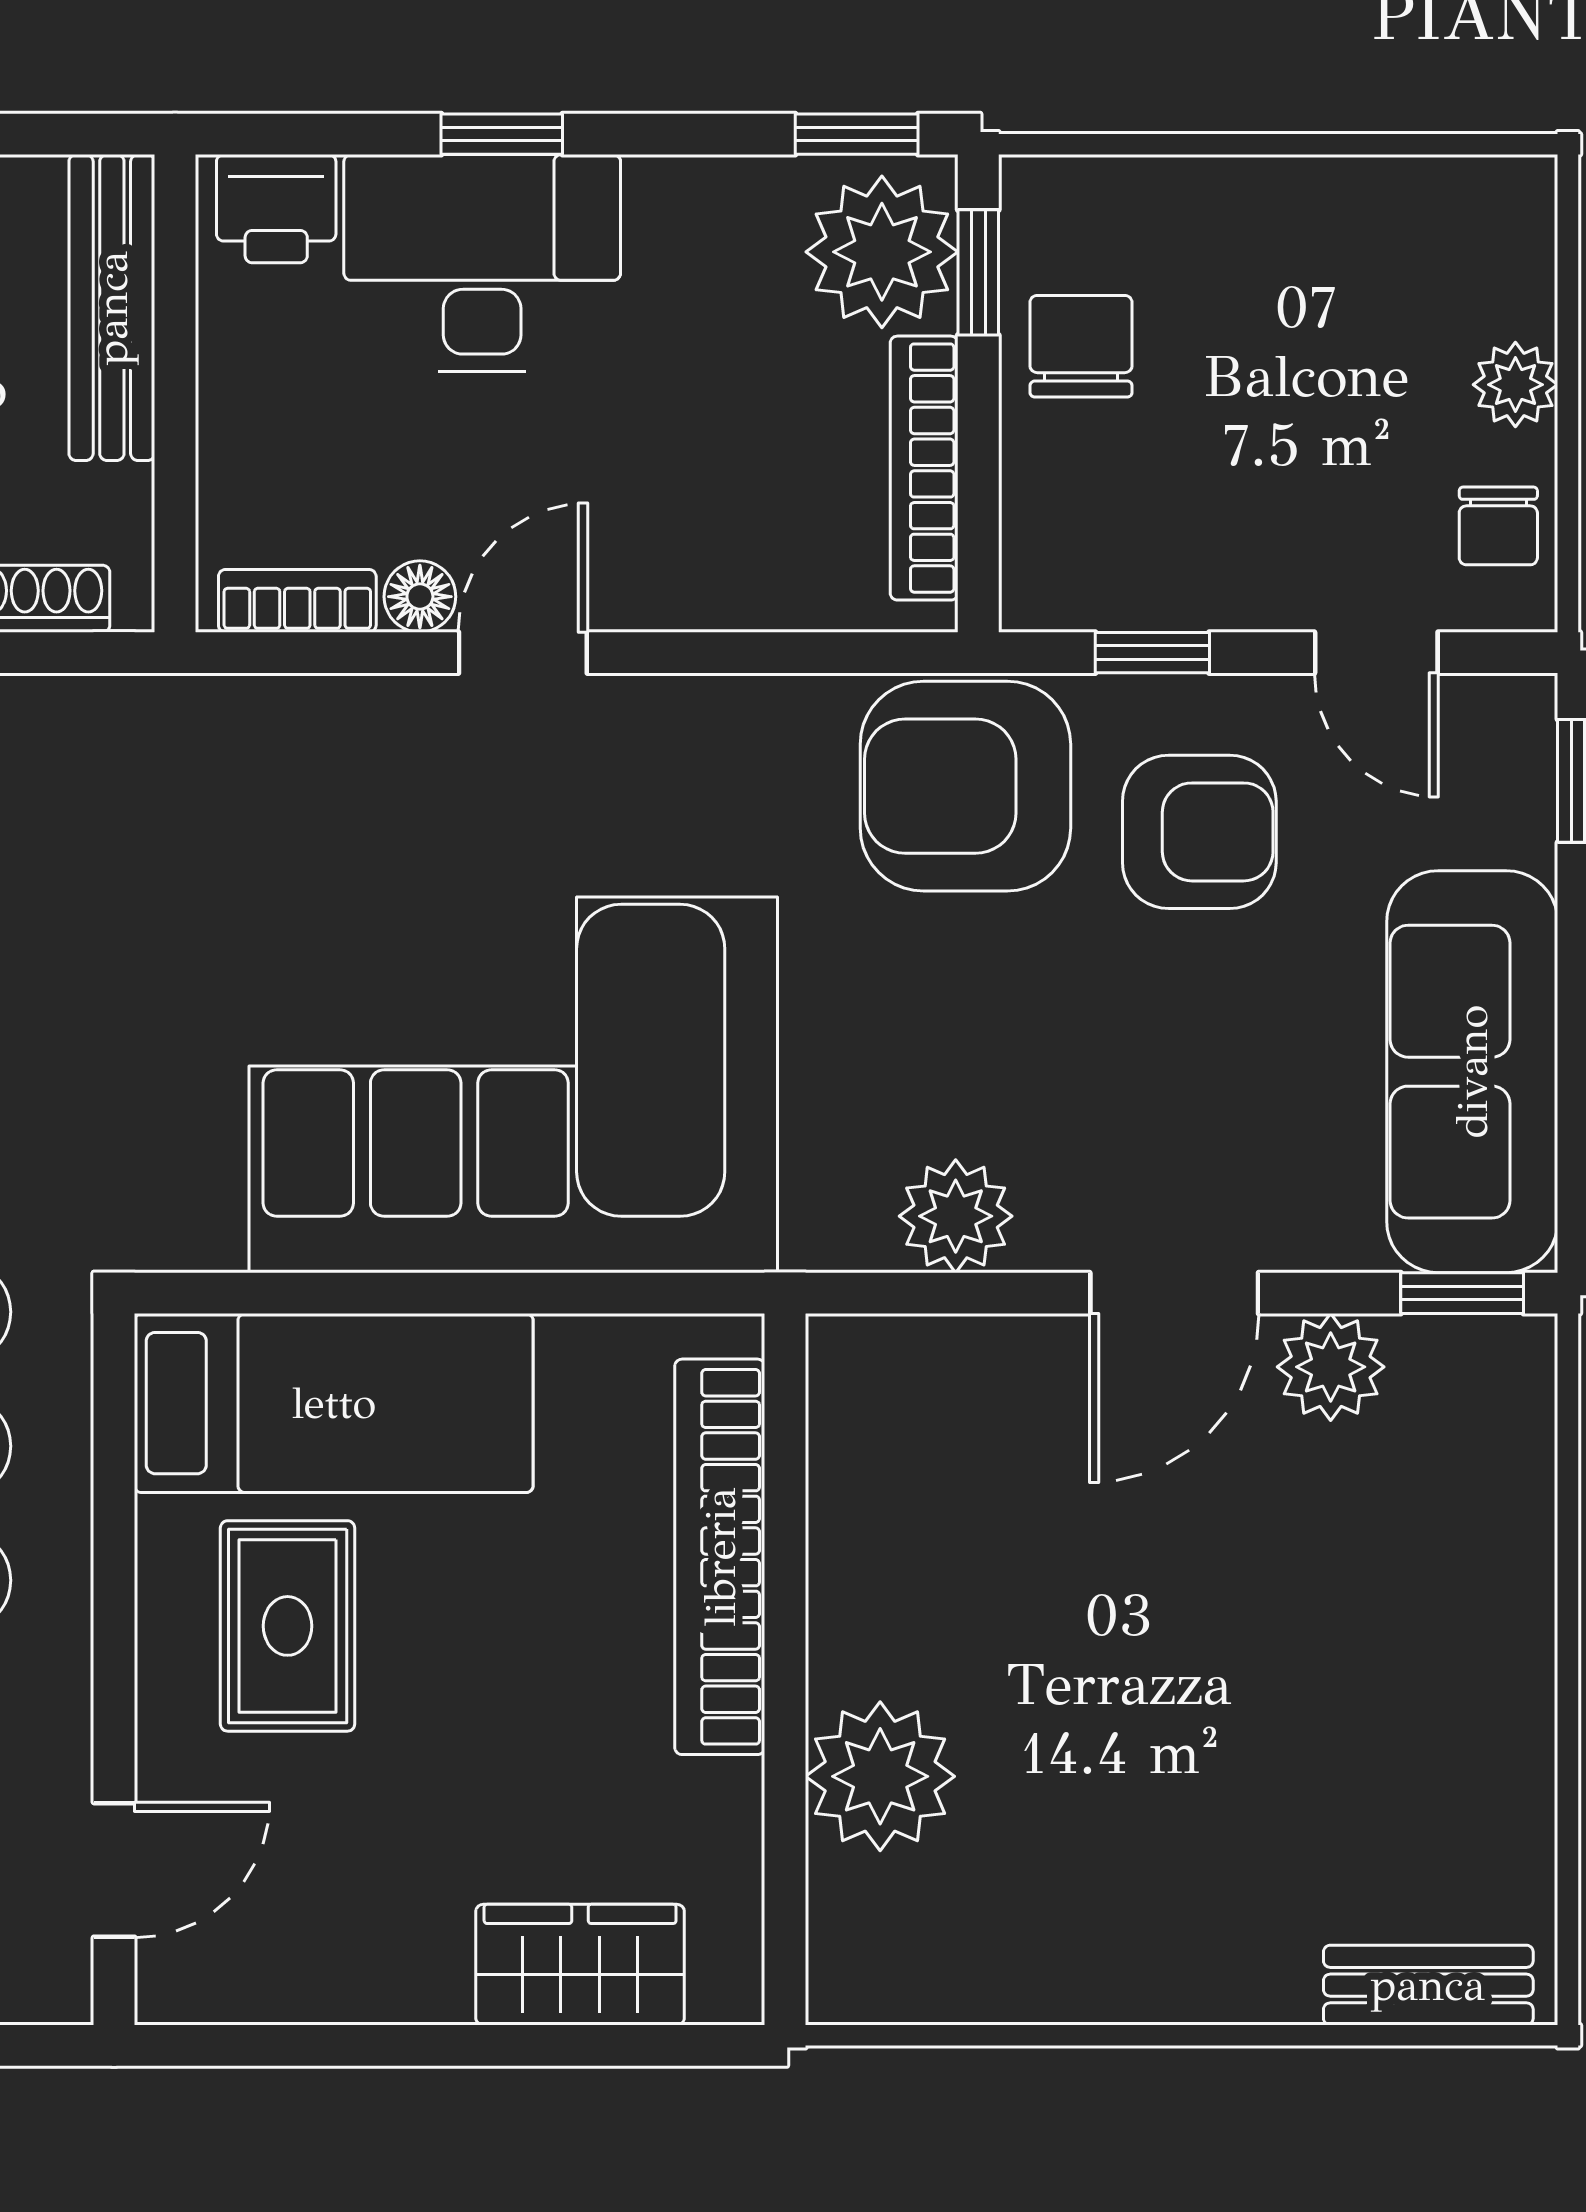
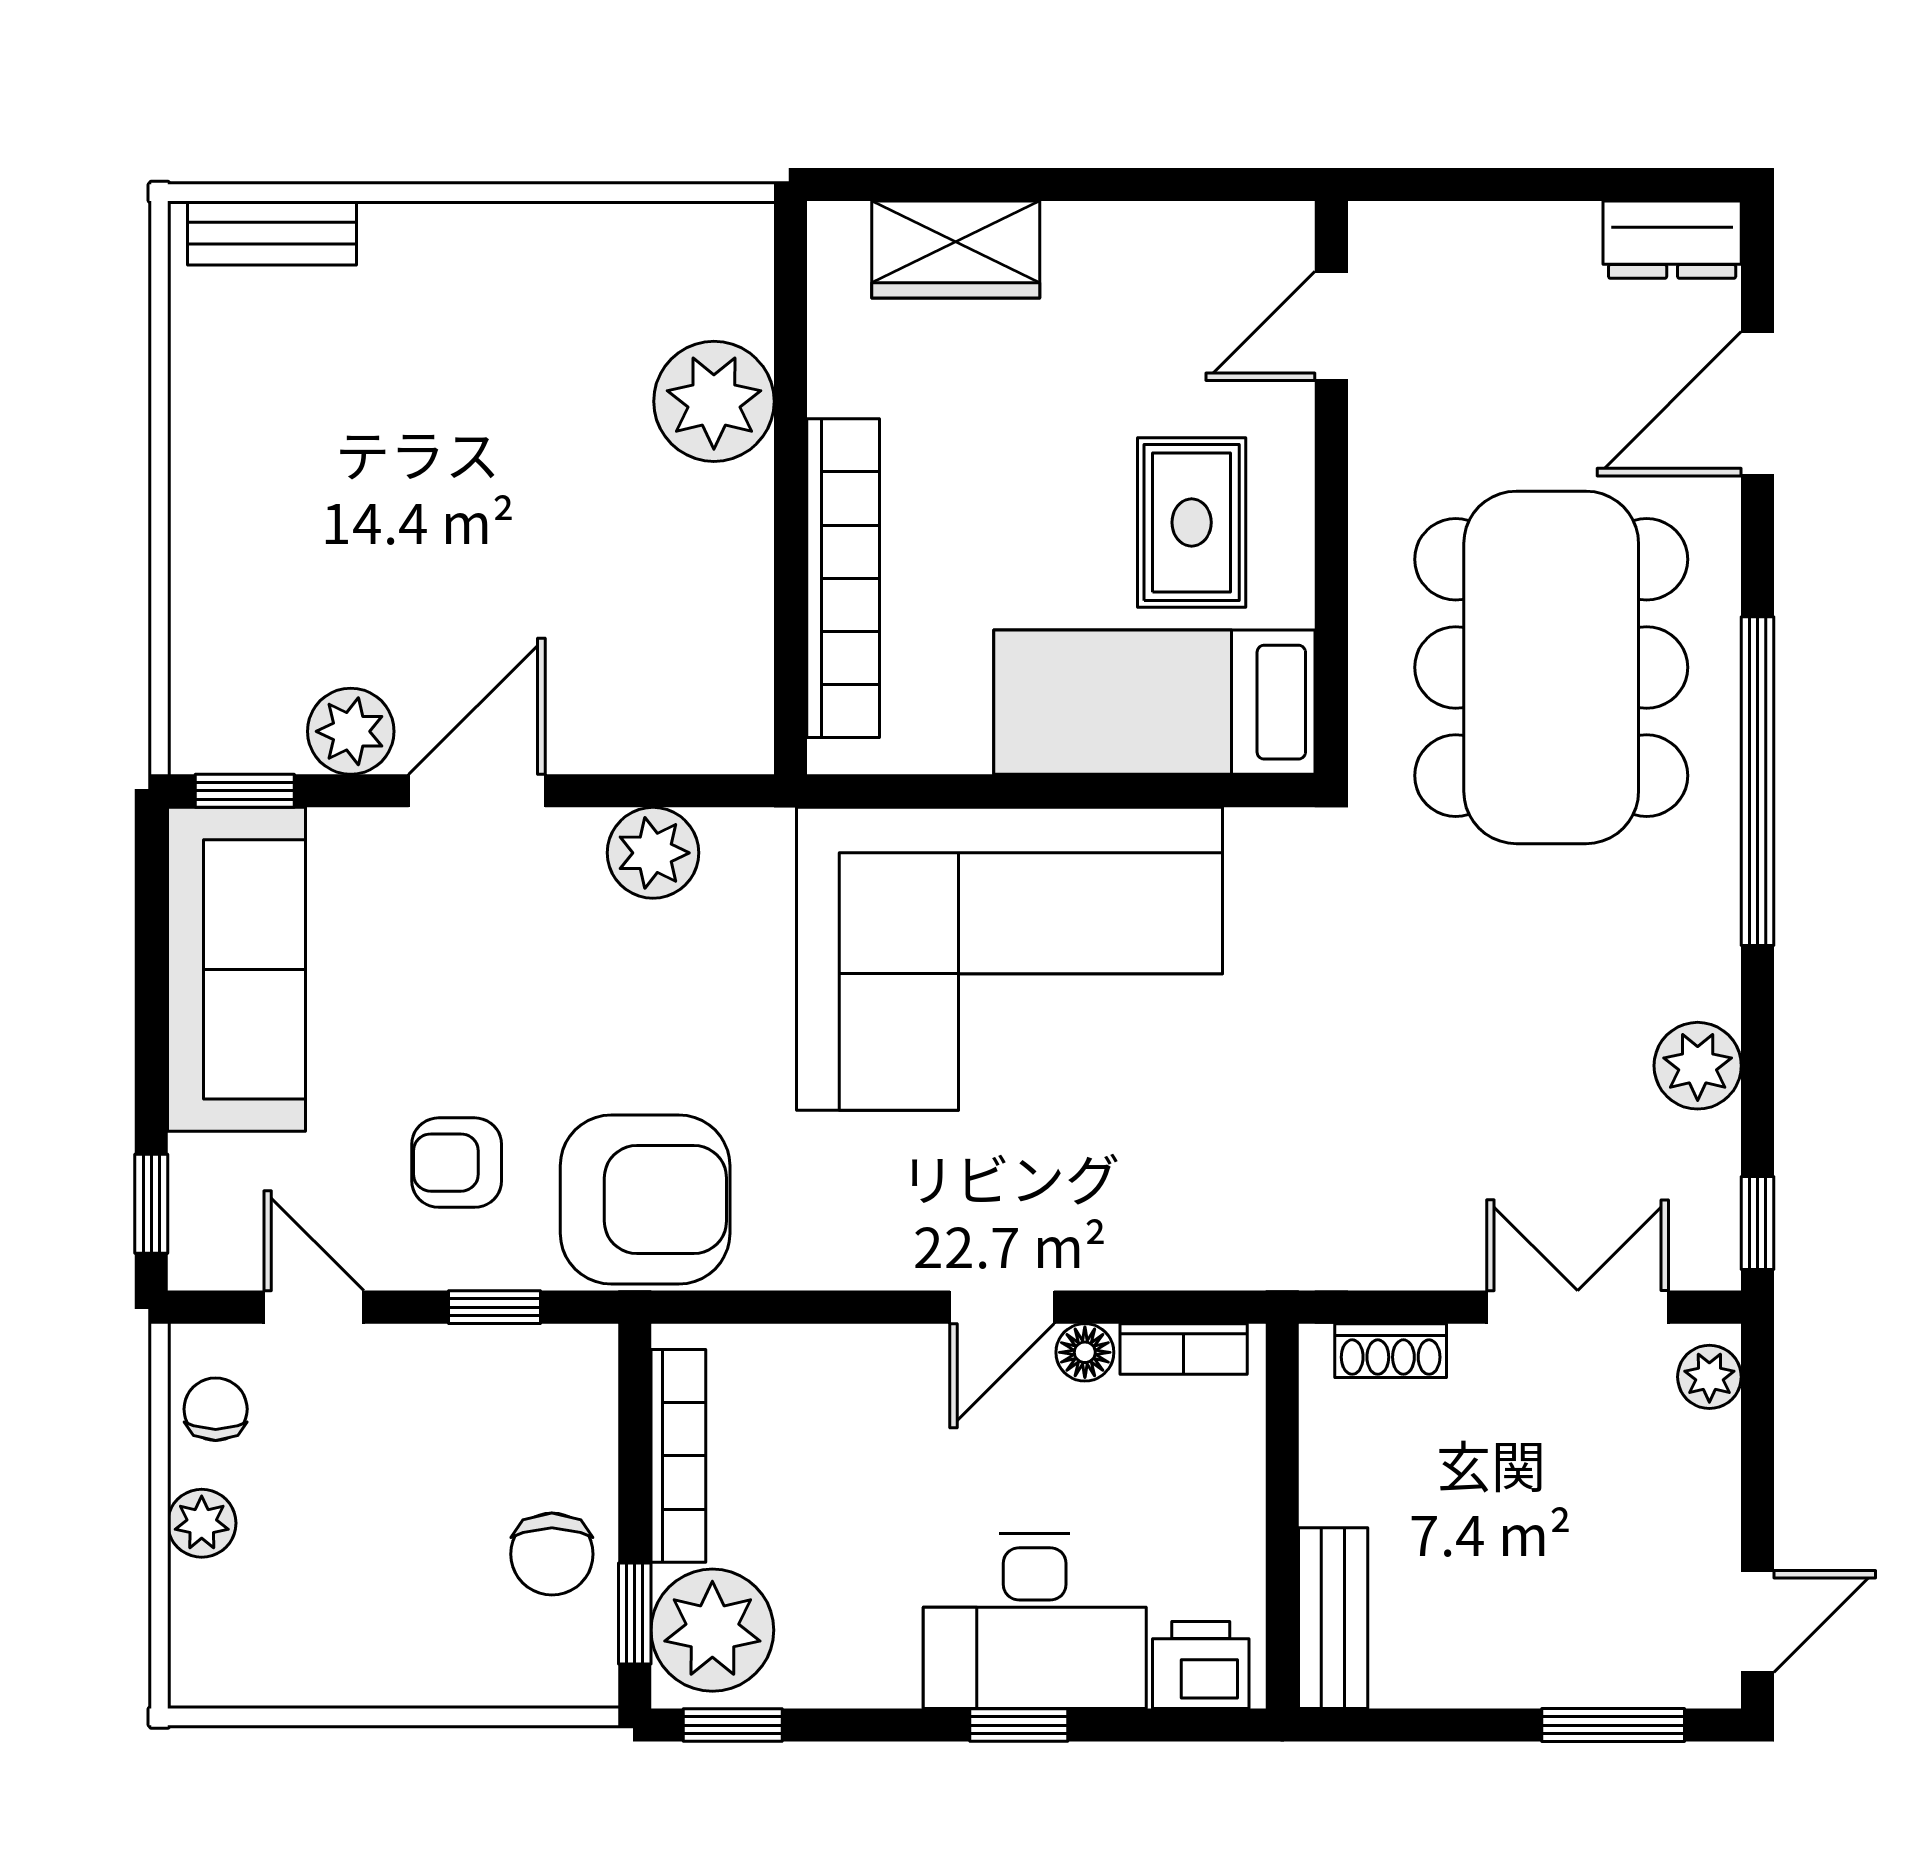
bench: (112, 308) -> (1333, 1618), width x0.73
armchair: (1199, 832) -> (457, 1163), width x0.72, depth x0.72

